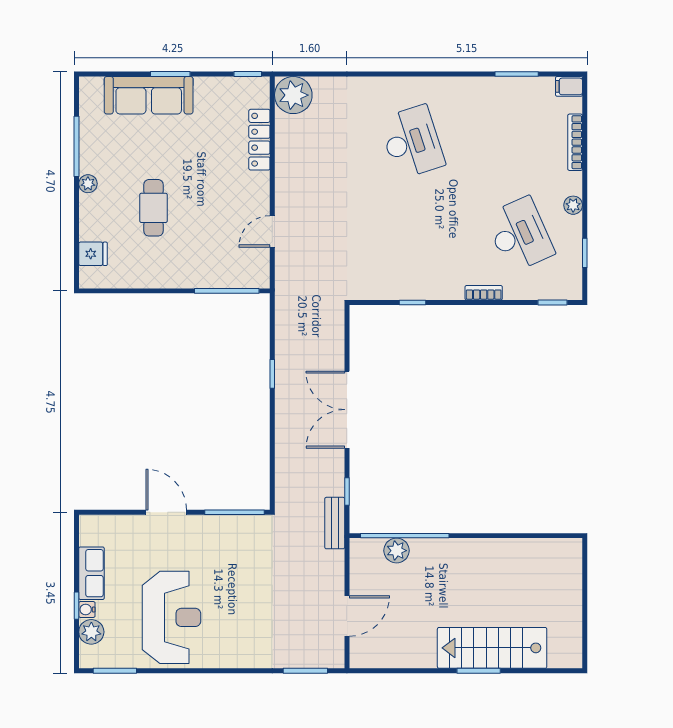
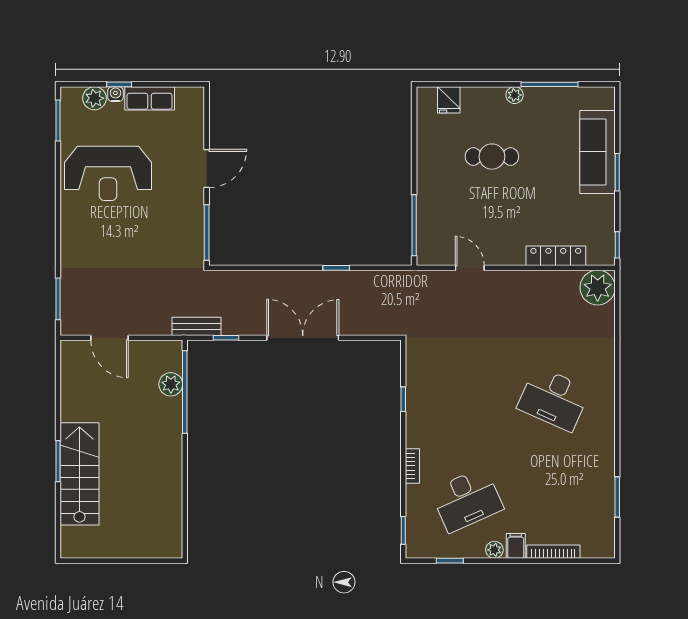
filing cabinet: (569, 86) -> (516, 546), moved
desk: (412, 142) -> (554, 399), turned 42

